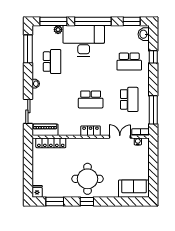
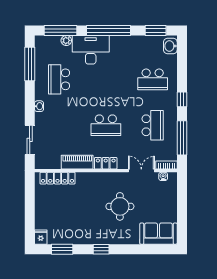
desk: (84, 41) -> (91, 50), width x0.73, depth x0.77
window: (153, 57) -> (182, 99), moved
school desk: (52, 62) -> (59, 79), turned 180
piano: (45, 130) -> (77, 162), moved
round table: (88, 179) -> (120, 206), moved, width x0.73, depth x0.73

